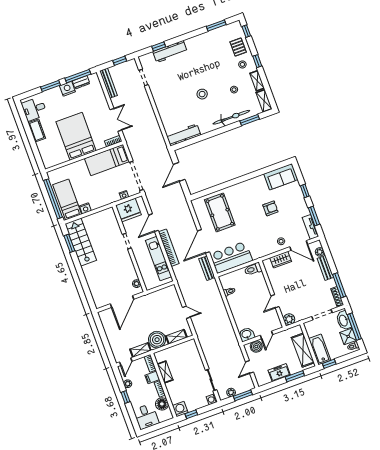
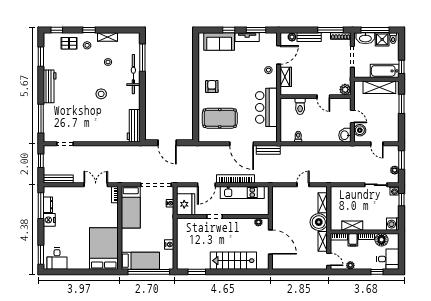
window: (159, 46) -> (41, 119), width x2.17
workbench: (170, 52) -> (50, 86), moved
window: (51, 86) -> (41, 255), moved
shelving: (264, 101) -> (129, 37), removed
window: (250, 120) -> (142, 58), width x1.44
cot: (37, 130) -> (78, 264), removed
bed: (76, 136) -> (104, 248), moved, turned 90
sofa: (281, 177) -> (219, 41), moved, turned 90
bed: (67, 200) -> (140, 261), moved, turned 180
armchair: (270, 208) -> (212, 86), moved
door: (153, 223) -> (206, 185), hinge flipped
tv unit: (310, 227) -> (247, 37), moved
stairs: (81, 242) -> (233, 261), moved
bar counter: (231, 257) -> (266, 107), moved
toilet: (253, 269) -> (300, 106), moved
freezer: (279, 373) -> (393, 117), removed
window: (126, 397) -> (377, 272), moved
window: (191, 414) -> (402, 200), moved

